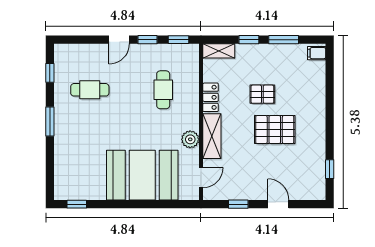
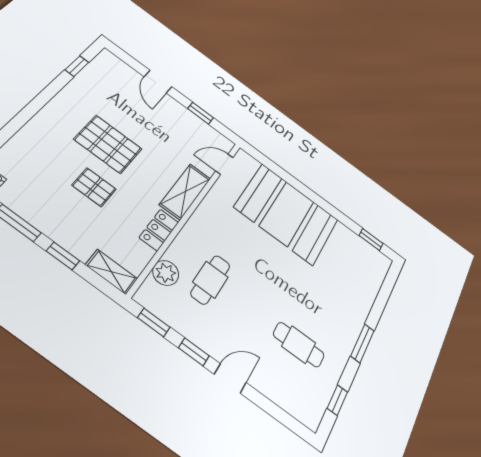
plant: (190, 139) -> (166, 273), moved

